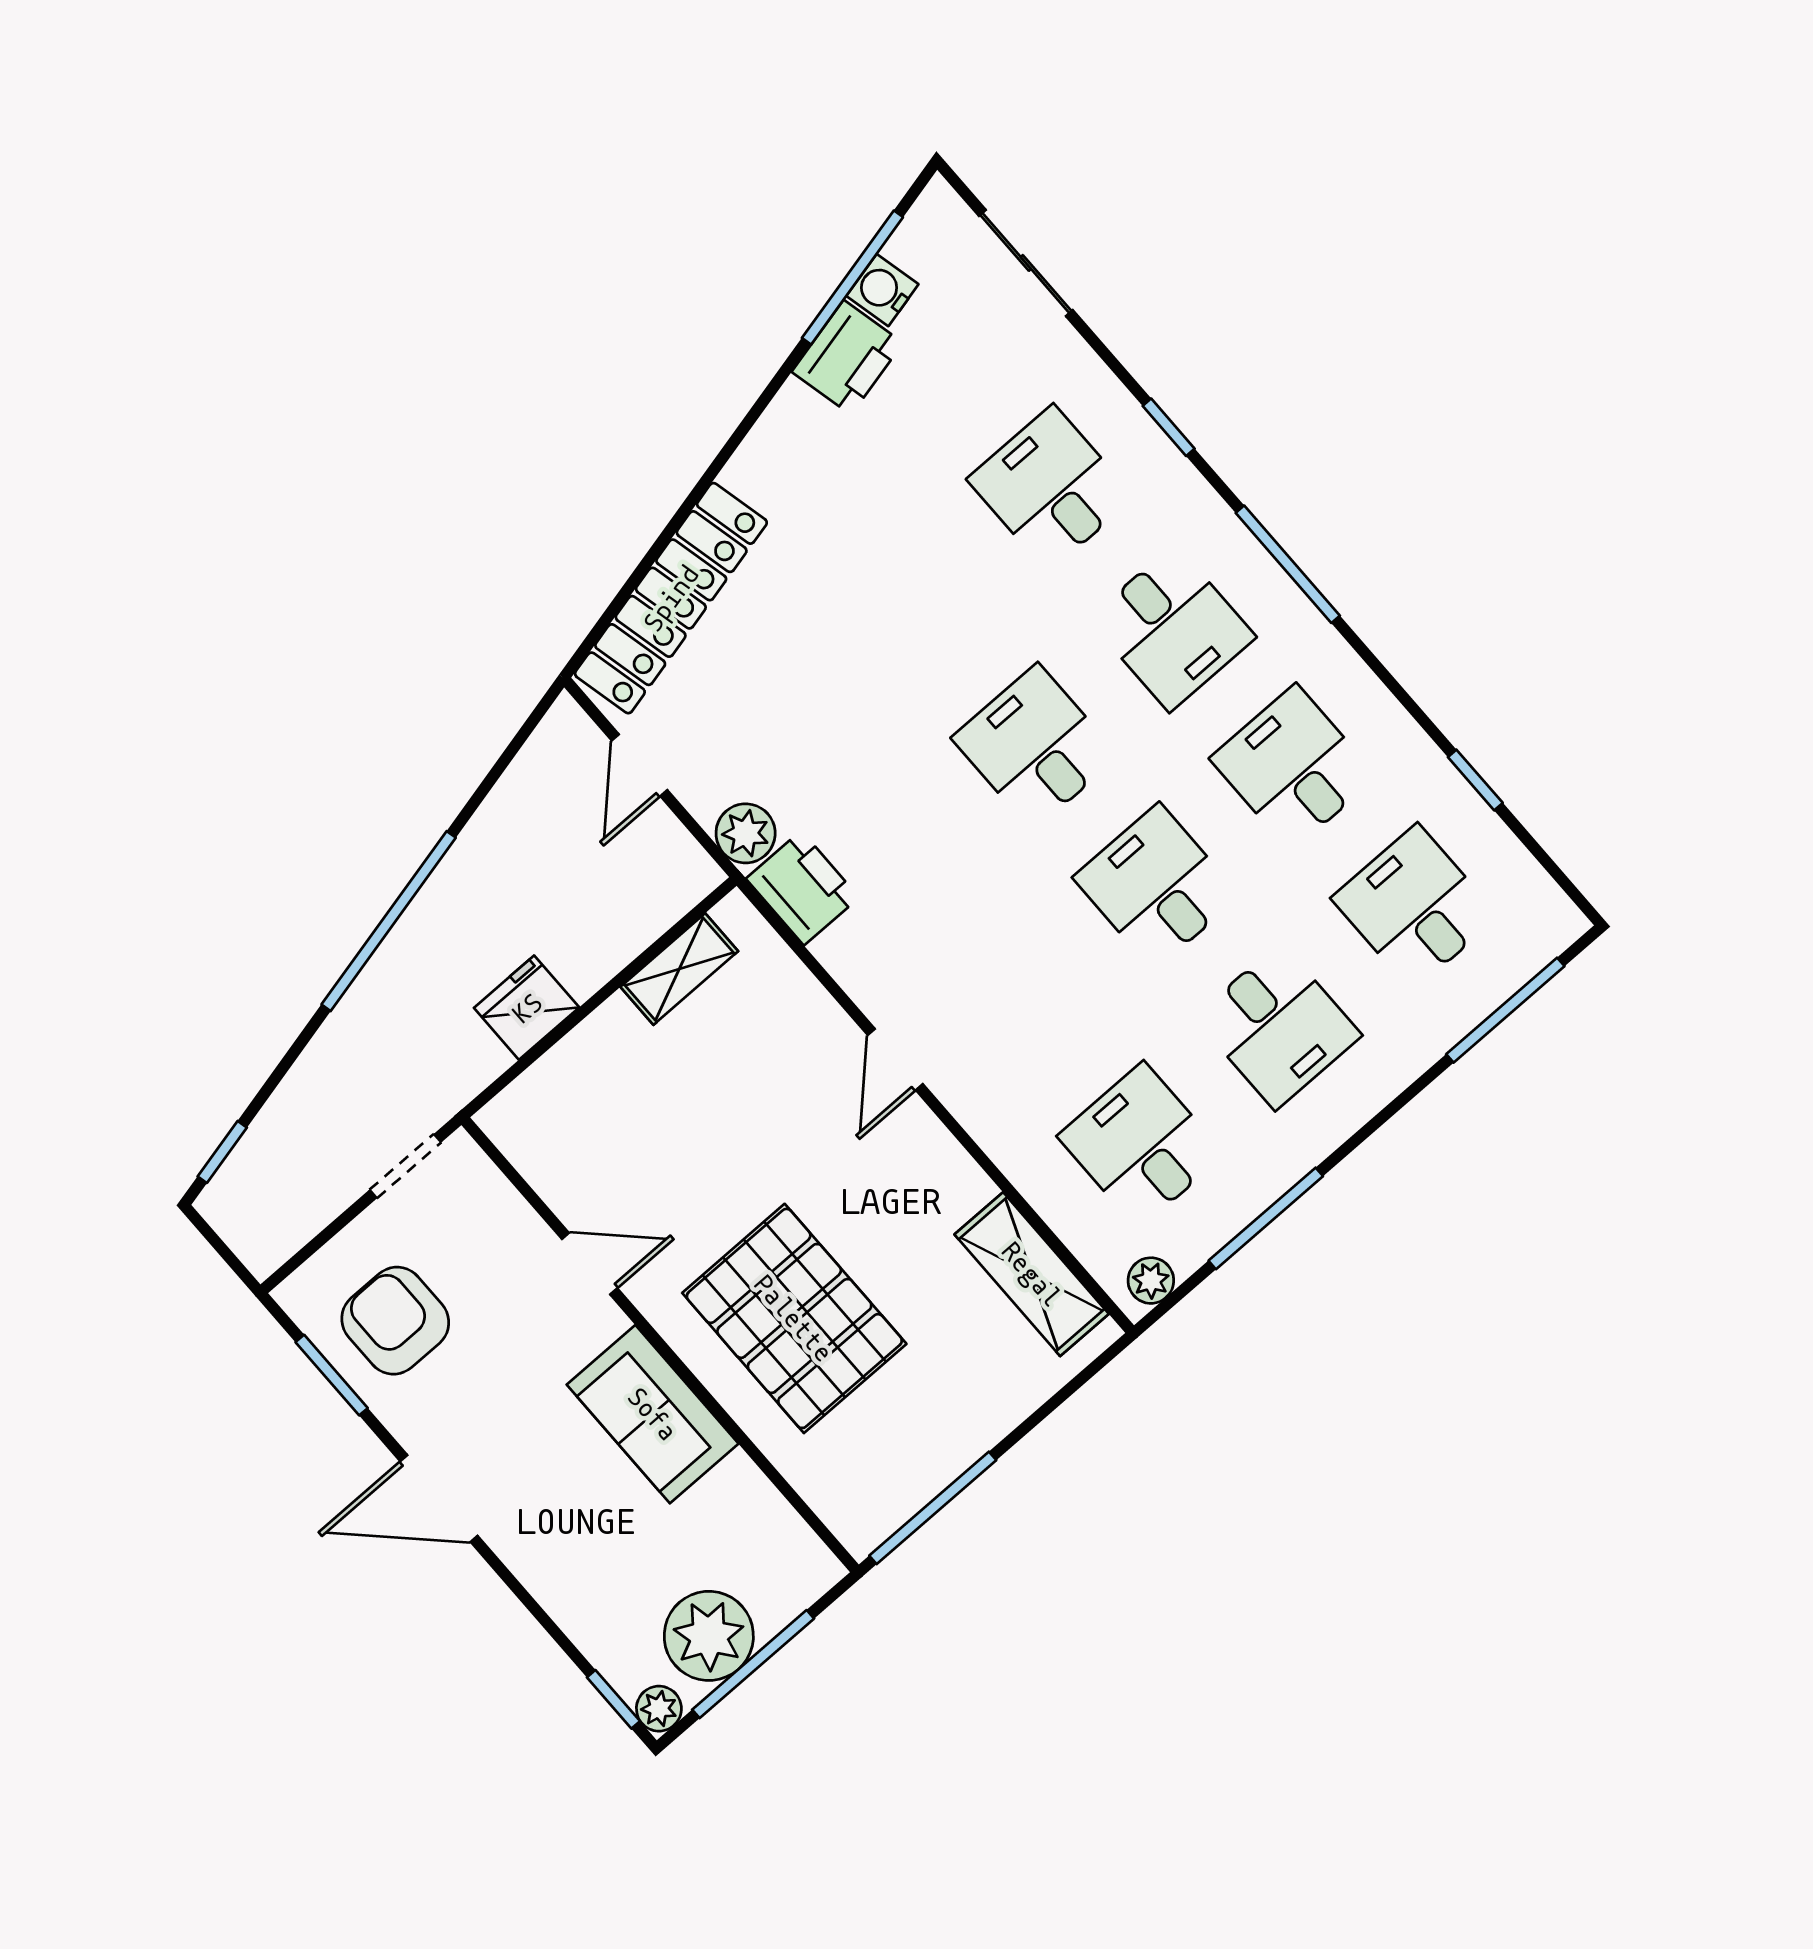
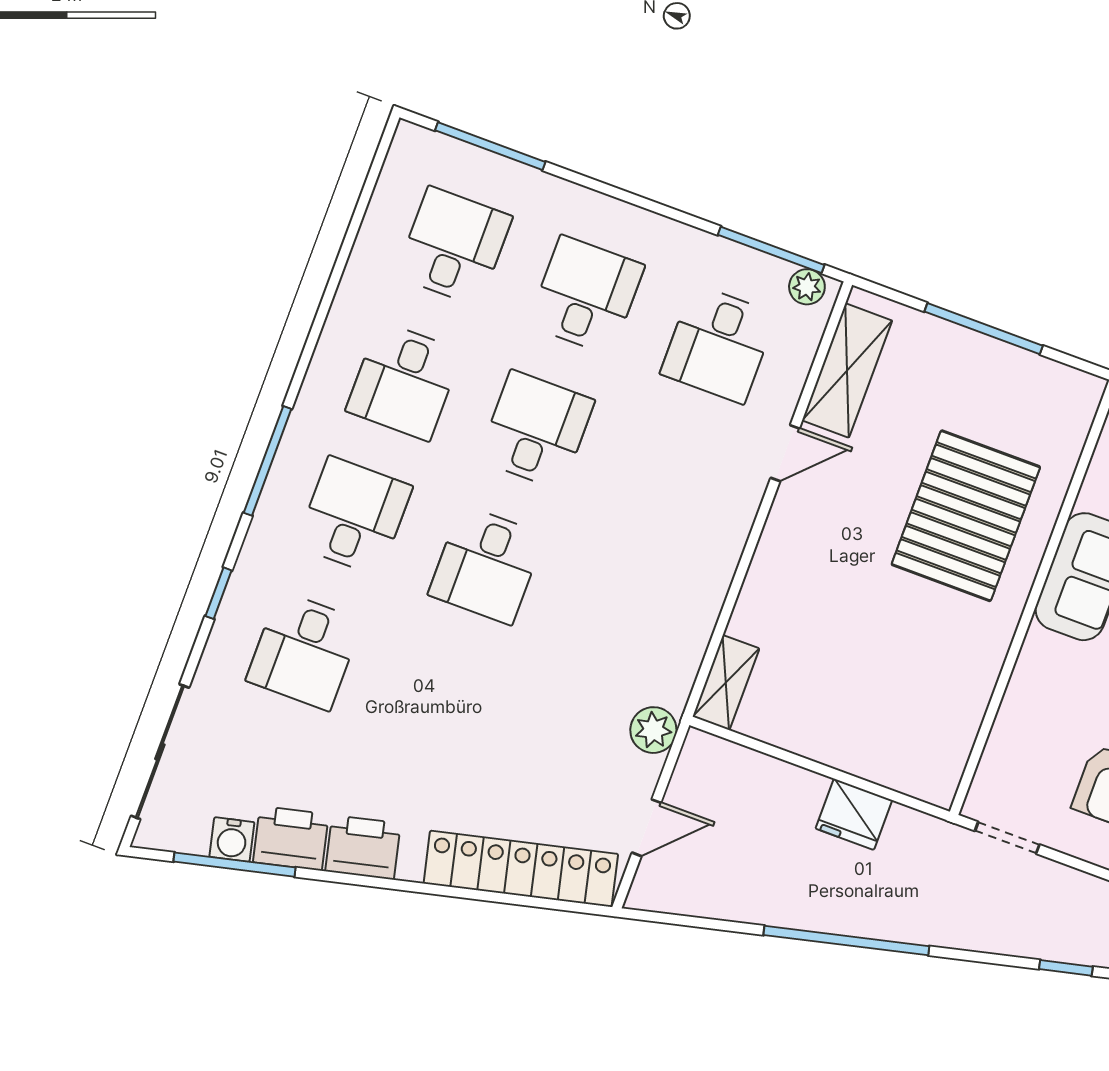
sliding door: (1026, 263) -> (160, 752), width x1.37
window: (1475, 780) -> (345, 252), removed
desk: (1157, 887) -> (536, 430), turned 180
printer: (802, 888) -> (363, 847), moved, turned 77
desk: (1415, 907) -> (454, 246), turned 180
shelving: (679, 969) -> (726, 682), moved, turned 90
door: (895, 1059) -> (785, 453), moved
window: (1266, 1218) -> (771, 250), moved
door: (590, 1264) -> (1005, 676), removed
window: (933, 1508) -> (984, 329), moved

